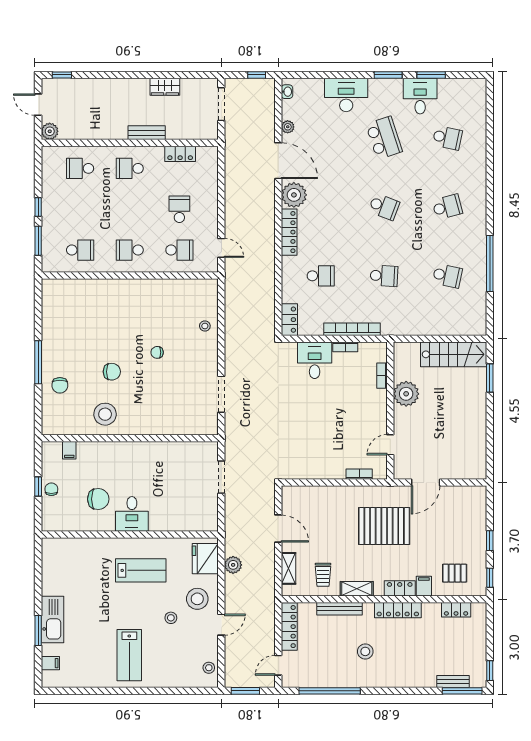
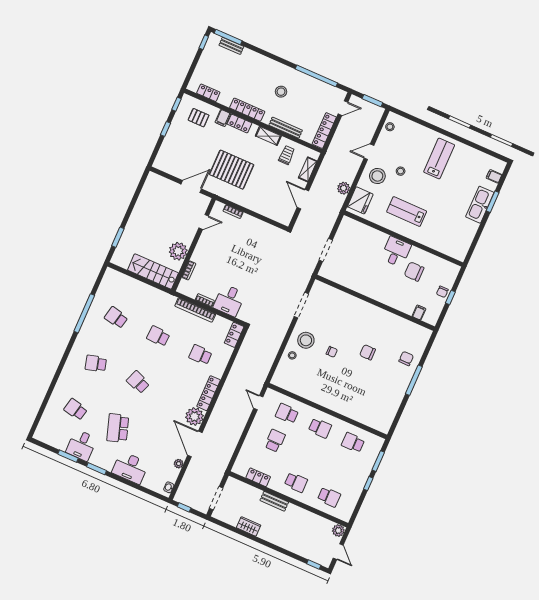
school desk: (179, 209) -> (275, 441), turned 180
stairs: (454, 354) -> (153, 271), moved
stool: (105, 414) -> (306, 340), moved

